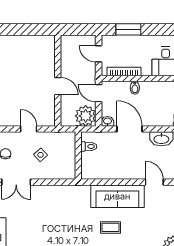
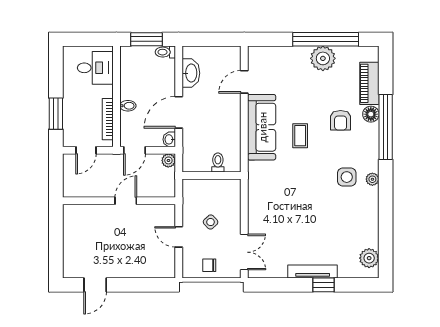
plant: (86, 116) -> (168, 160), width x0.53, depth x0.53
door: (29, 129) -> (179, 237), hinge flipped
toilet: (89, 146) -> (218, 162), moved

